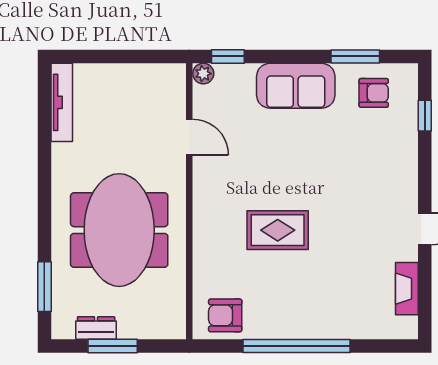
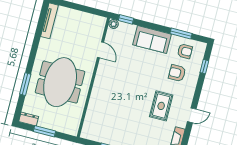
rug: (278, 230) -> (161, 106), moved, turned 90
window: (44, 287) -> (25, 84), moved
armchair: (225, 315) -> (177, 73), moved
dresser: (96, 328) -> (29, 119), moved

